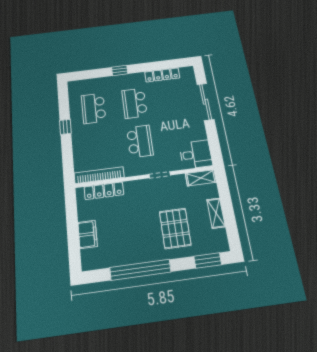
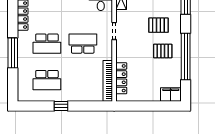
window: (120, 71) -> (13, 53), width x2.17
pallet: (175, 228) -> (158, 25), width x0.67, depth x0.71
filing cabinet: (88, 234) -> (171, 95), moved
pallet: (143, 238) -> (163, 51), added

